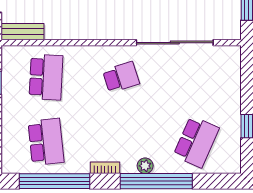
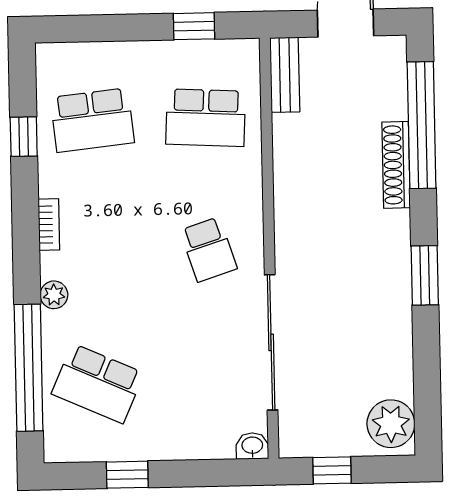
washbasin: (234, 55) -> (252, 446), added
window: (55, 181) -> (24, 137), width x0.32
window: (156, 181) -> (29, 368), moved

